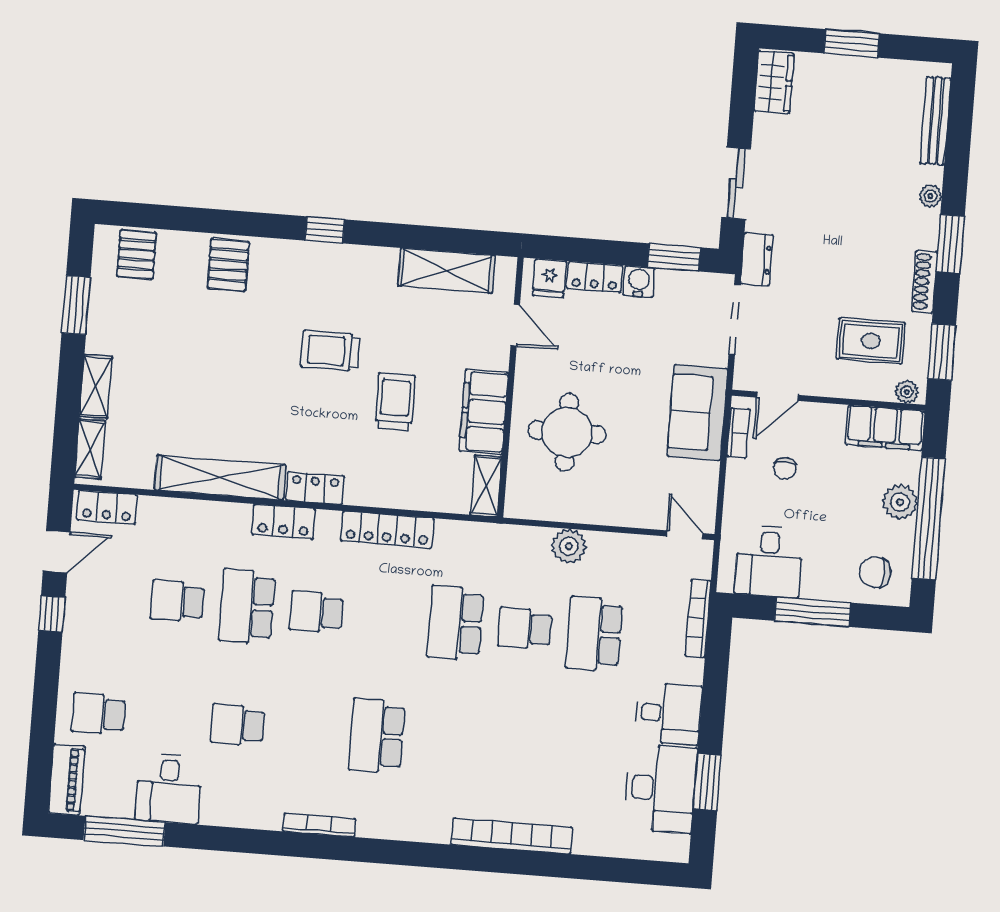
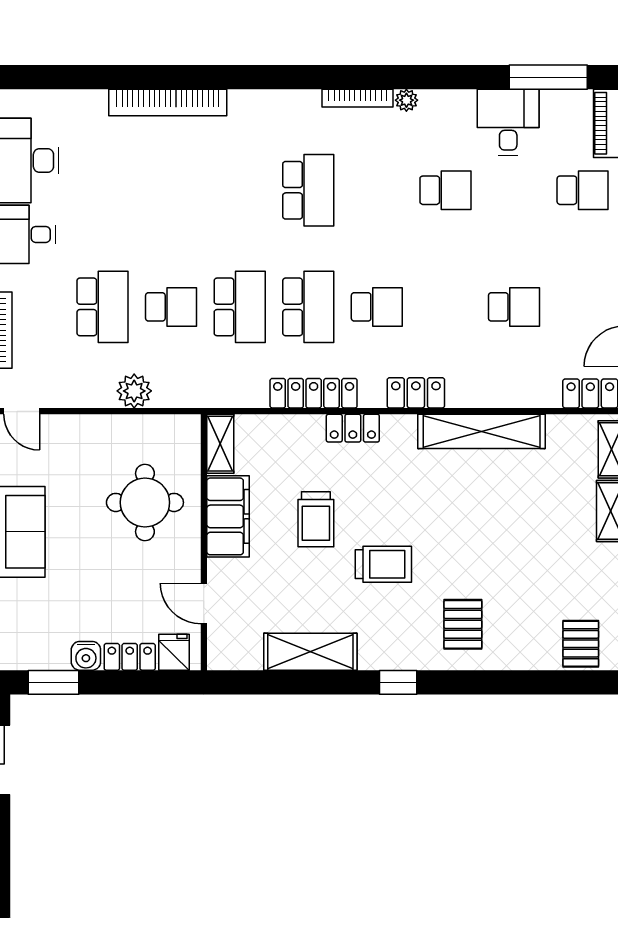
pallet: (228, 265) -> (463, 624), moved
shelving: (446, 271) -> (310, 652), moved
locker: (315, 488) -> (353, 428), moved
school desk: (247, 607) -> (308, 307), moved
plant: (270, 819) -> (406, 100), added

